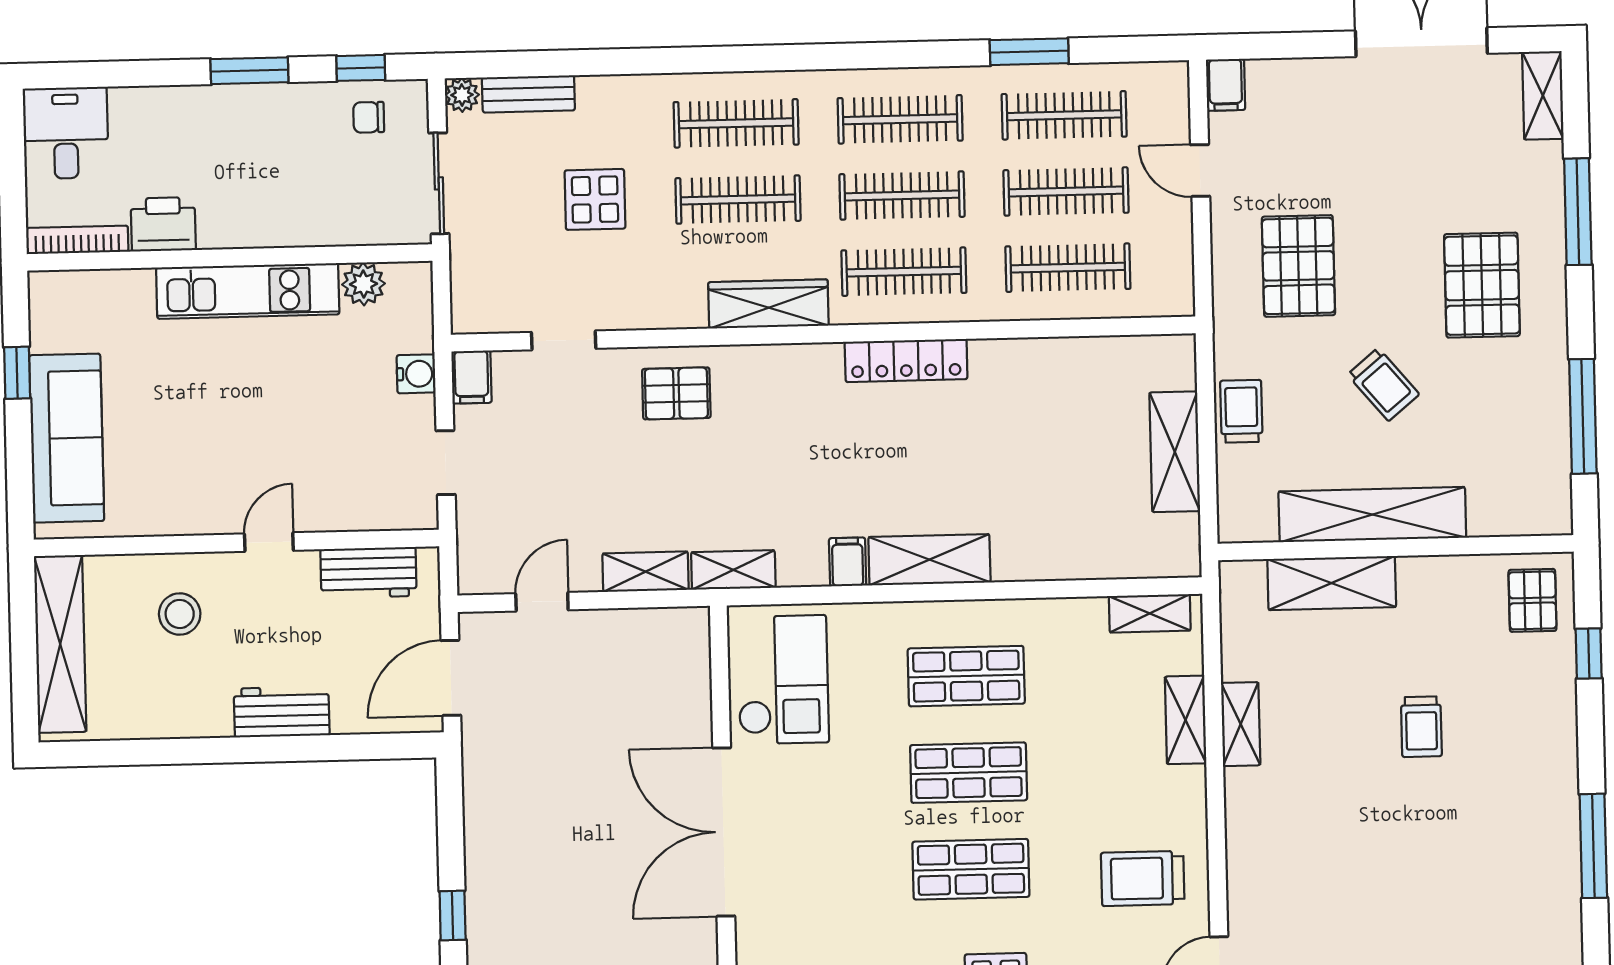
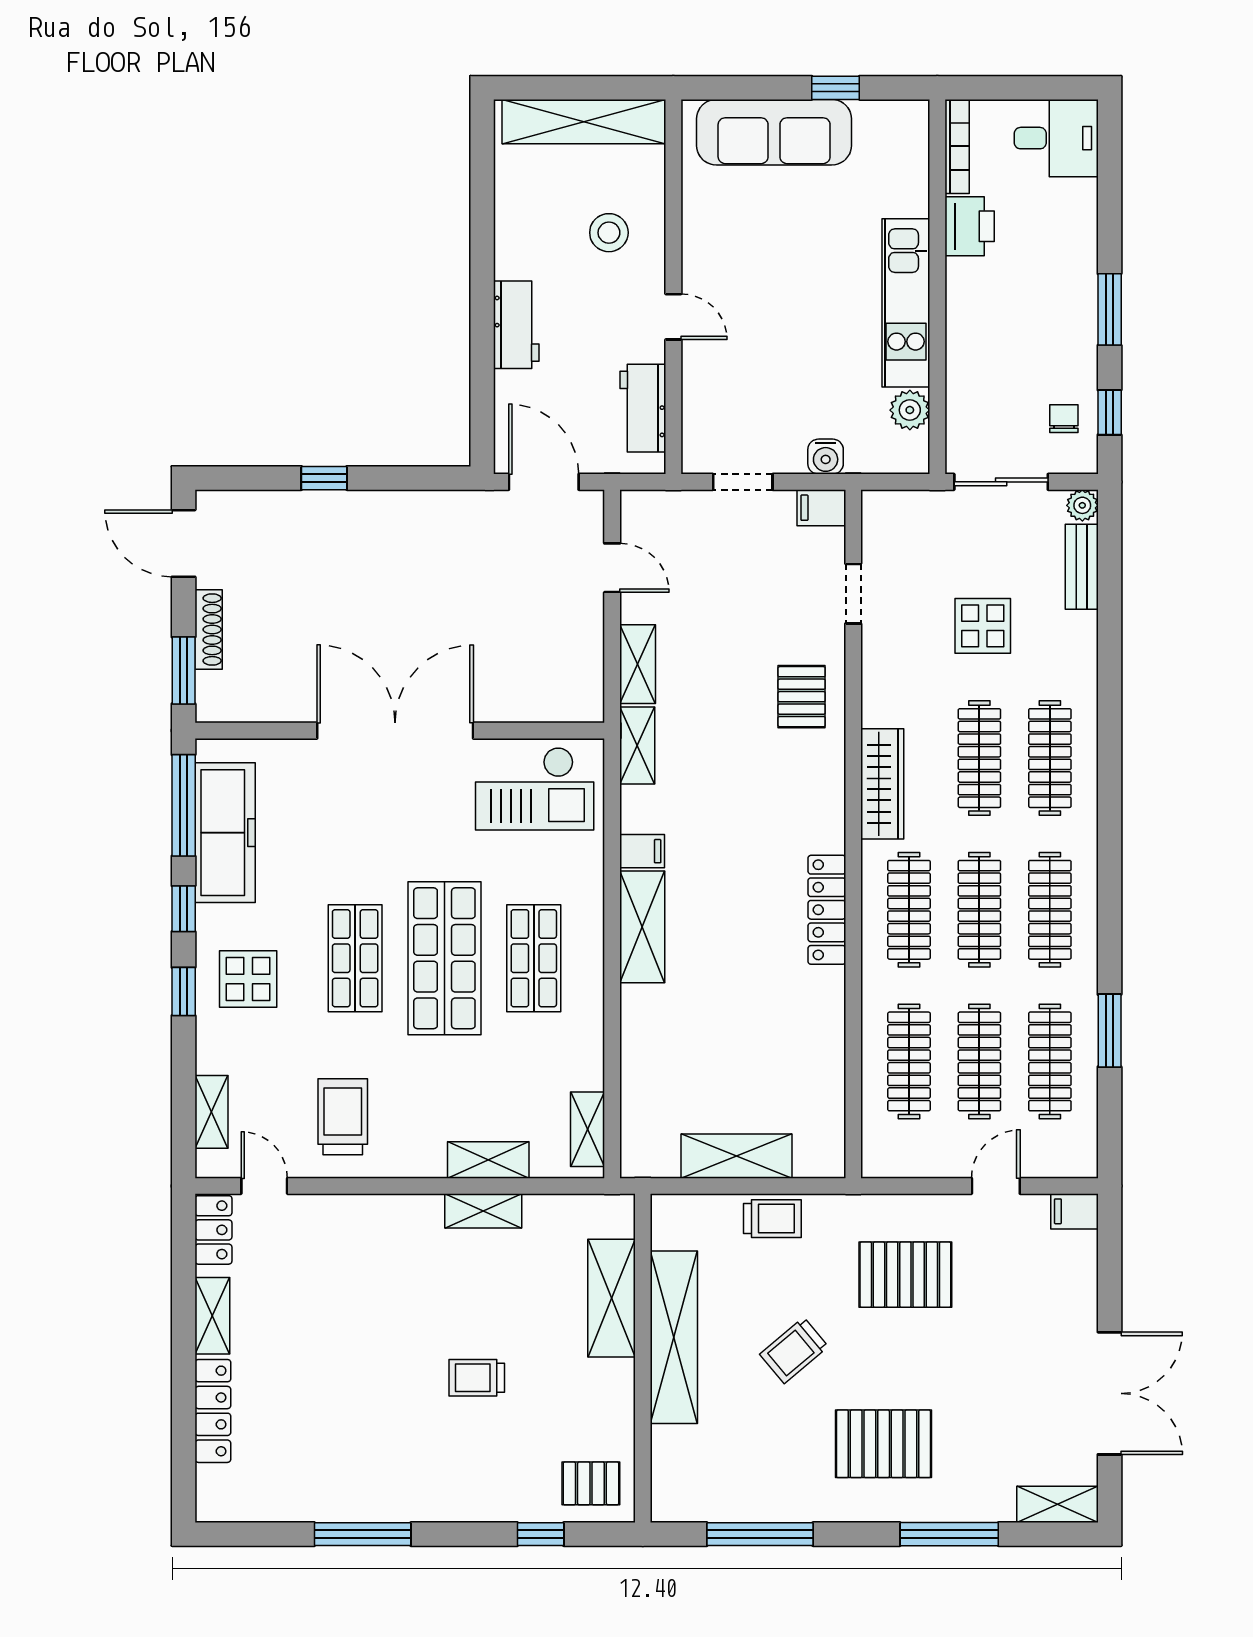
shop shelf: (969, 773) -> (444, 958), width x1.43, depth x1.36

